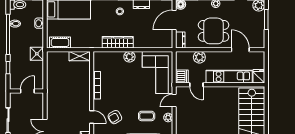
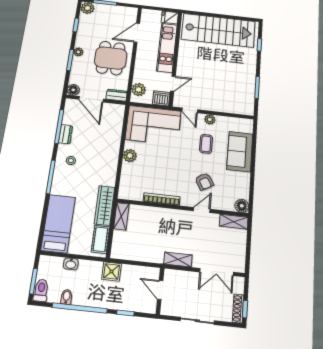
wardrobe: (118, 42) -> (105, 205), moved
plant: (199, 57) -> (139, 90), moved
shelving: (51, 102) -> (178, 259), added

